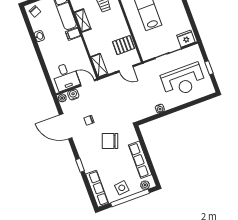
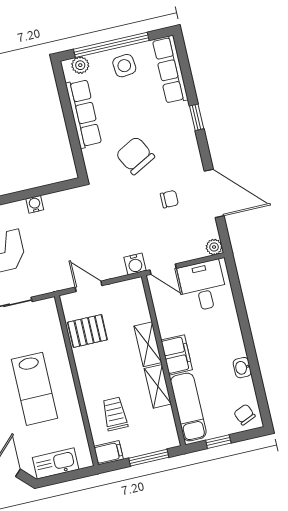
filing cabinet: (73, 34) -> (177, 355), width x2.00
shelving: (99, 65) -> (148, 344), moved
water cooler: (73, 95) -> (135, 264), moved
chair: (110, 141) -> (135, 156), turned -138

